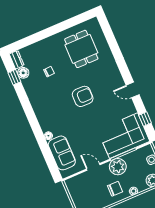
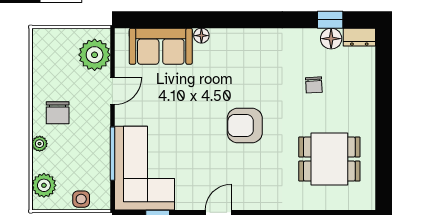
armchair: (83, 96) -> (245, 126), turned 90
plant: (118, 167) -> (95, 55), moved

